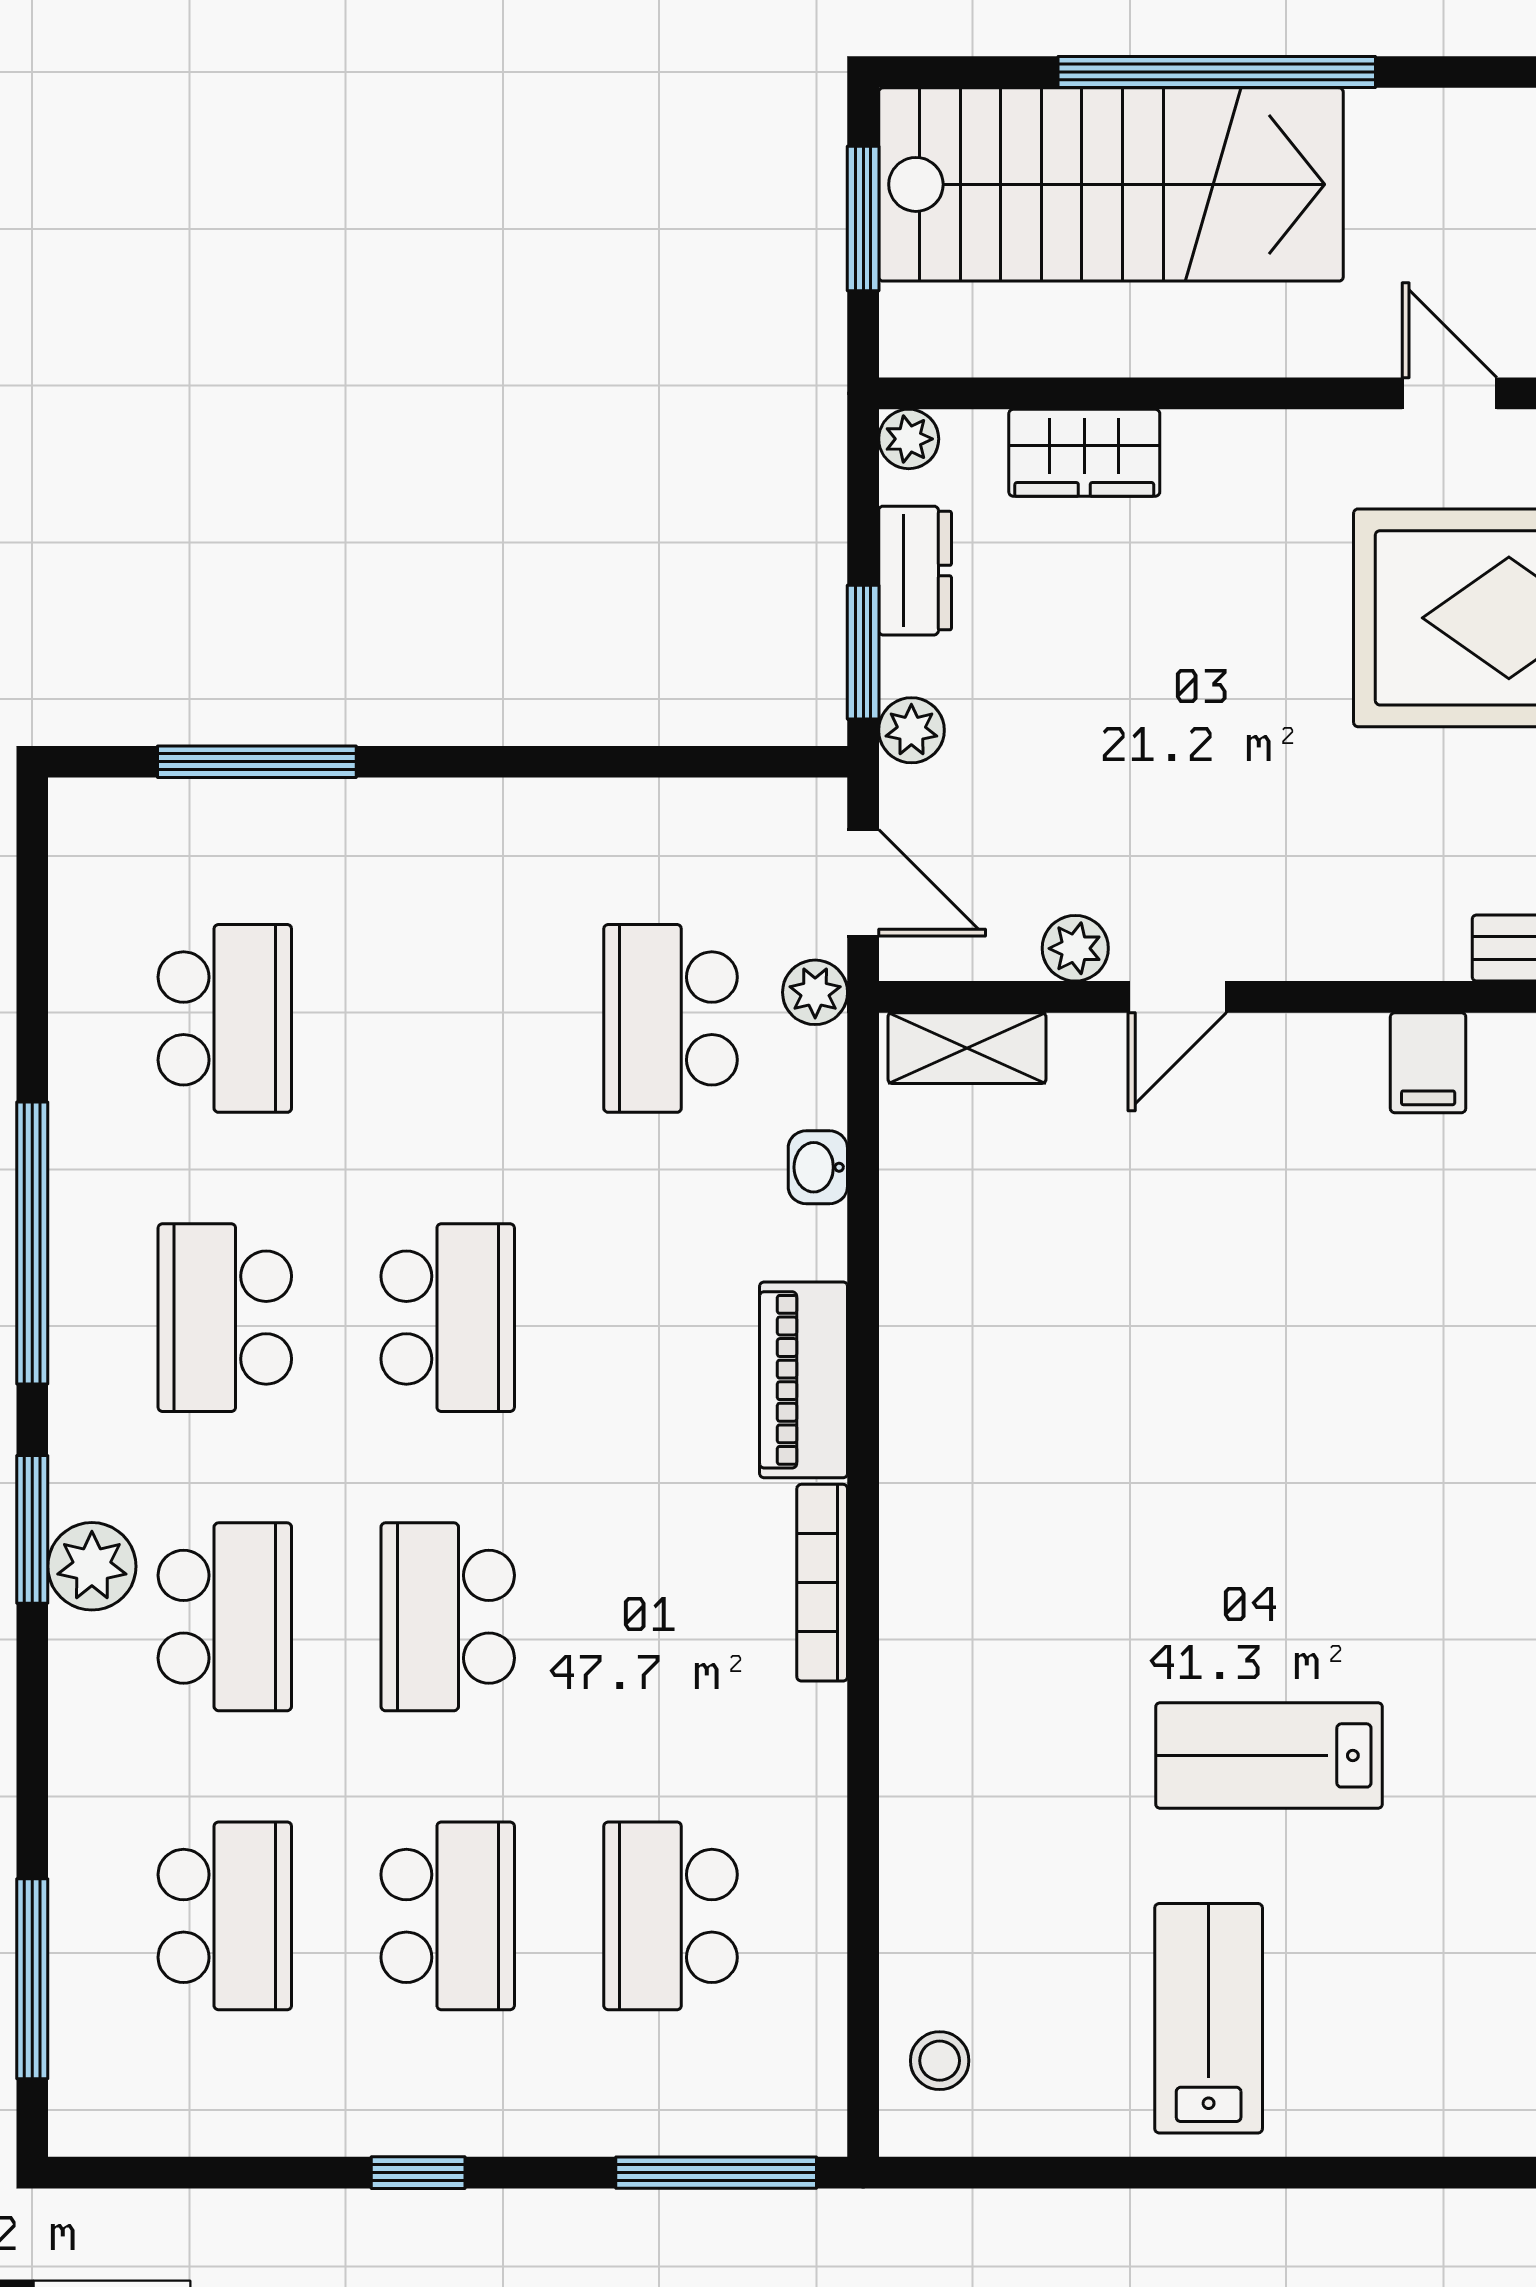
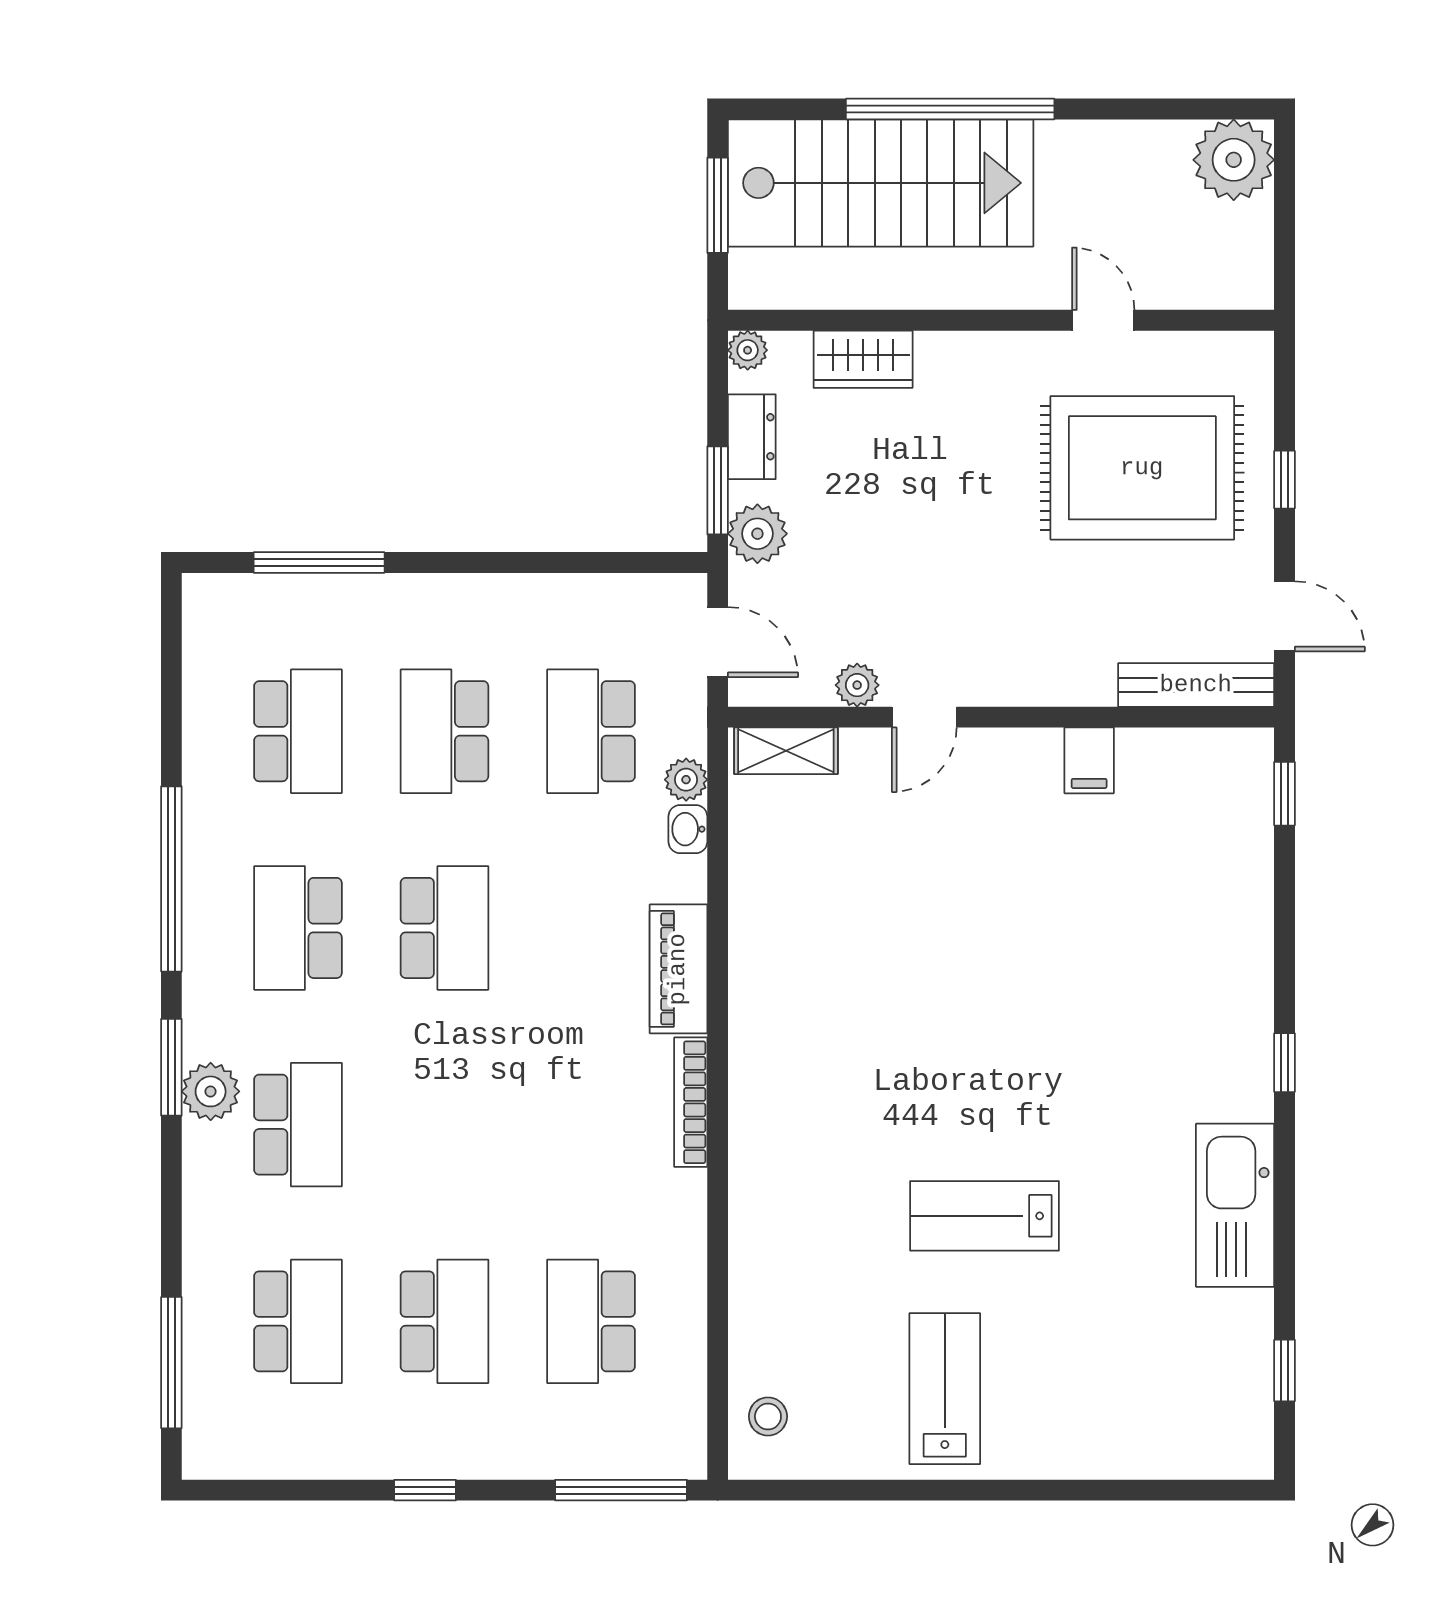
plant: (911, 730) -> (757, 534), width x1.38, depth x1.38
plant: (815, 992) -> (686, 780), moved
school desk: (448, 1617) -> (444, 731), moved

